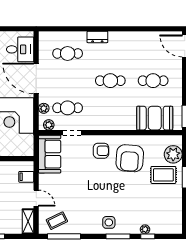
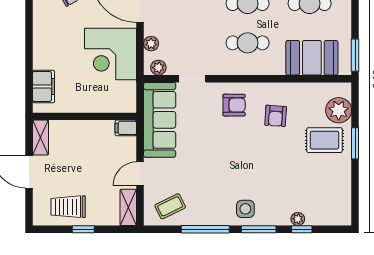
cafe table: (68, 108) -> (248, 43), moved
sofa: (50, 154) -> (160, 120), width x1.36
armchair: (130, 158) -> (276, 116), width x0.53, depth x0.53
filing cabinet: (26, 177) -> (126, 128), moved
door: (36, 198) -> (140, 174), swing flipped
window: (64, 236) -> (205, 229), moved

